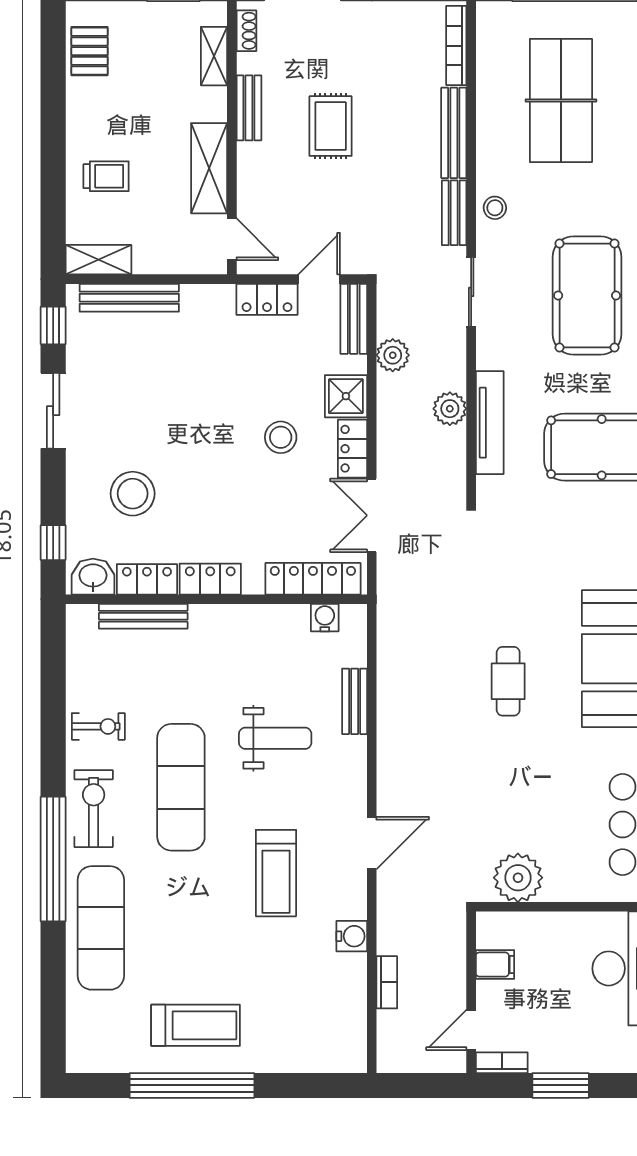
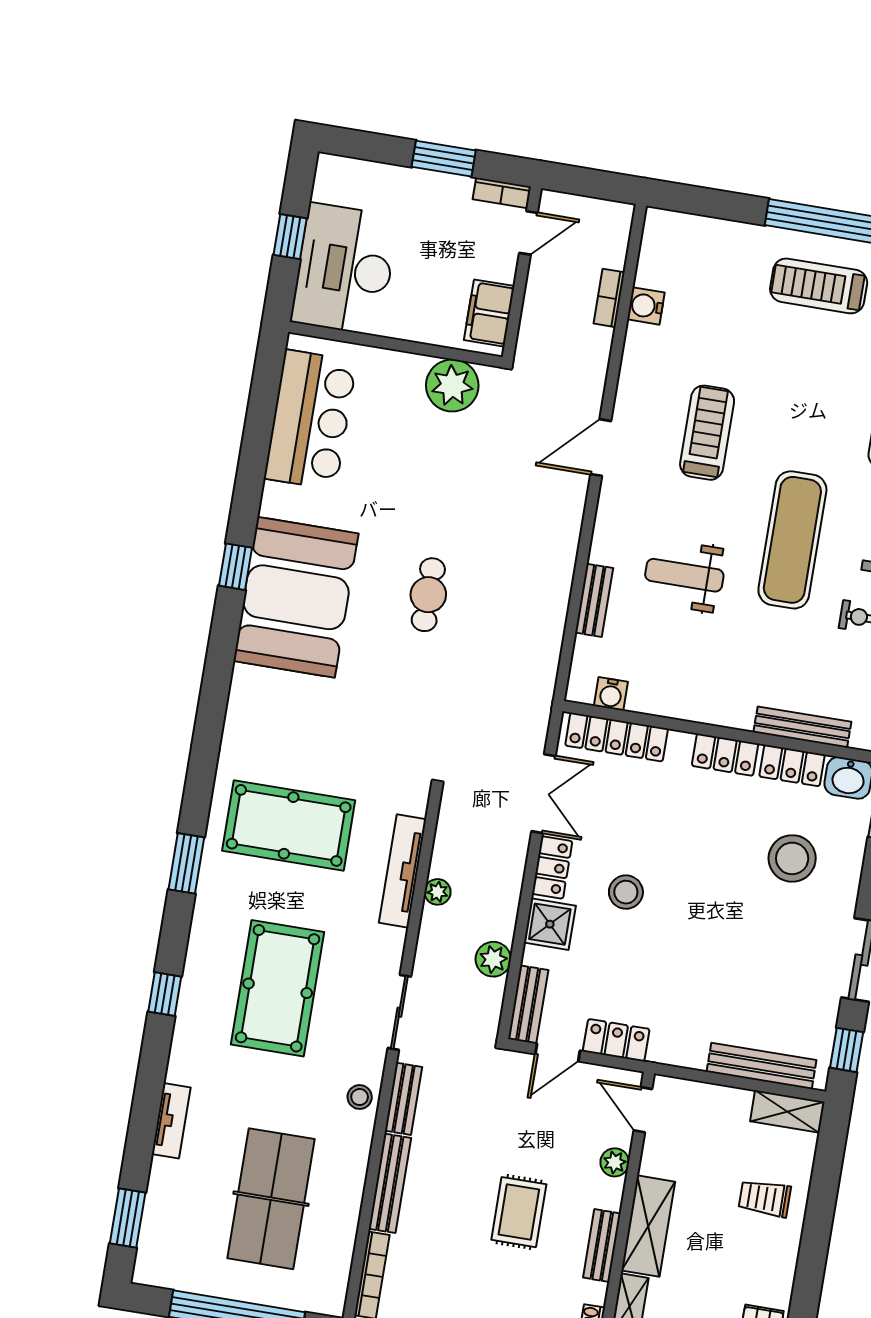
shelving: (209, 168) -> (648, 1226), moved
plant: (250, 186) -> (615, 1162), added
plant: (450, 409) -> (438, 892), width x0.73, depth x0.73
water cooler: (352, 936) -> (646, 306), moved
filing cabinet: (495, 965) -> (489, 313), width x2.00

